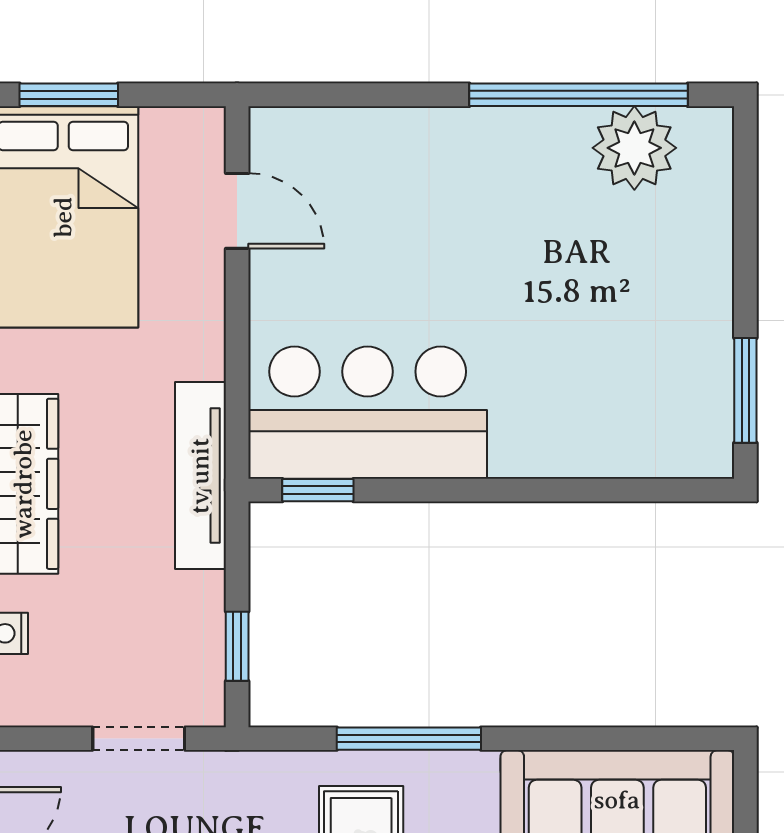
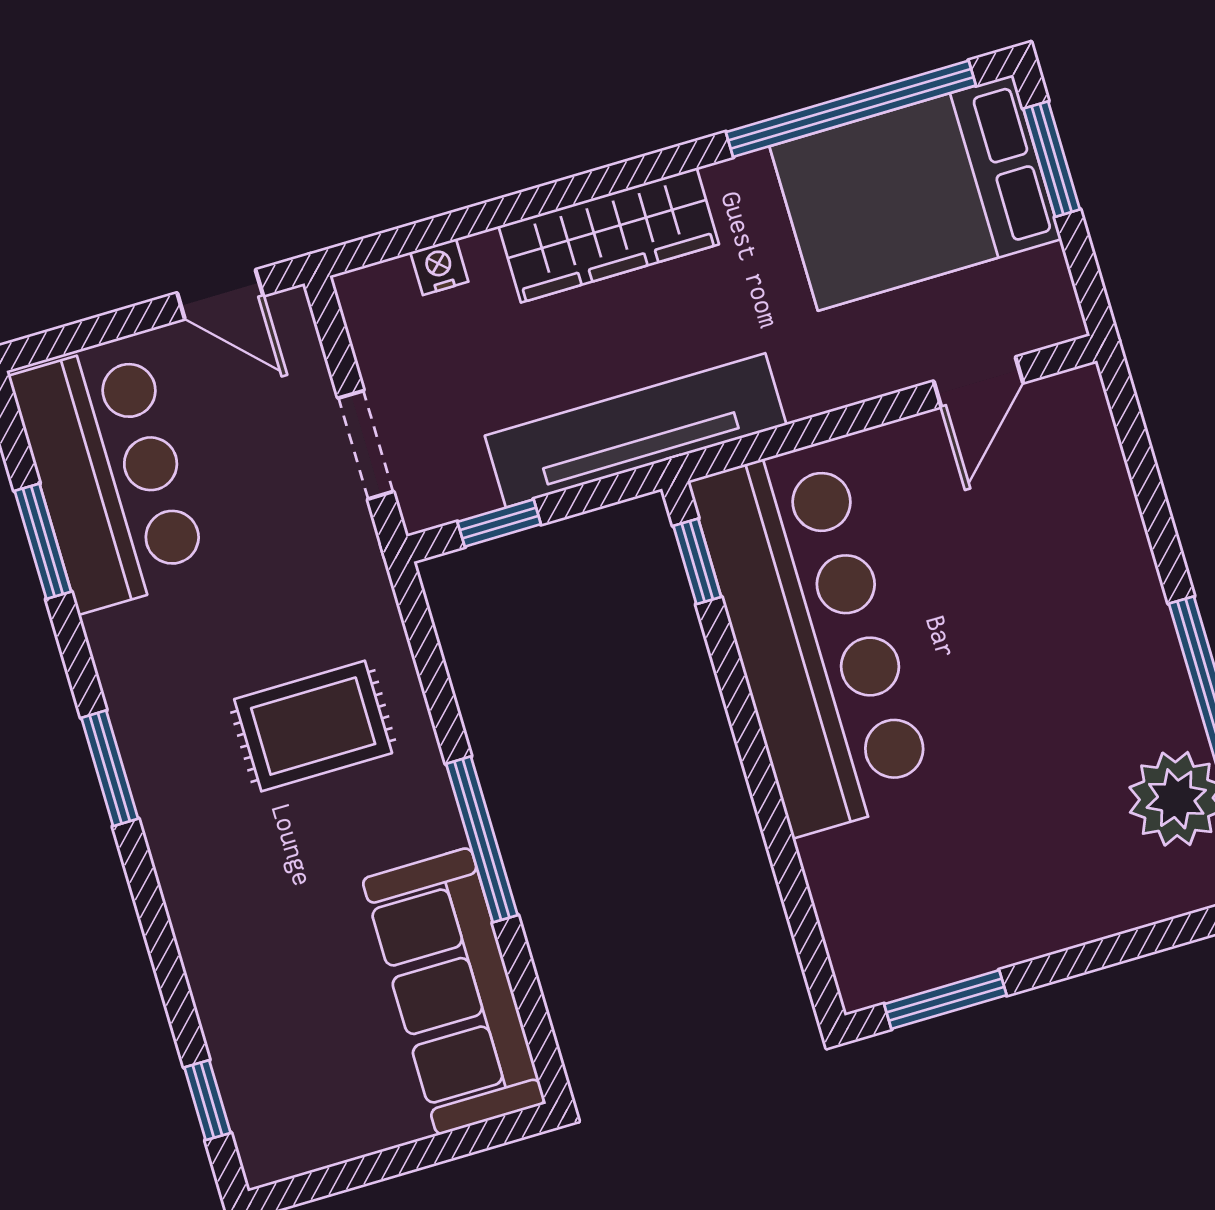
bar counter: (368, 413) -> (813, 639), width x1.36
tv unit: (200, 476) -> (636, 430), width x1.36, depth x1.29
window: (409, 739) -> (482, 839), moved

